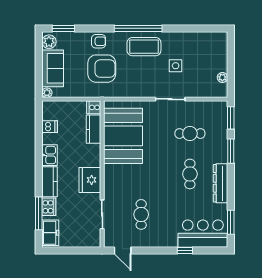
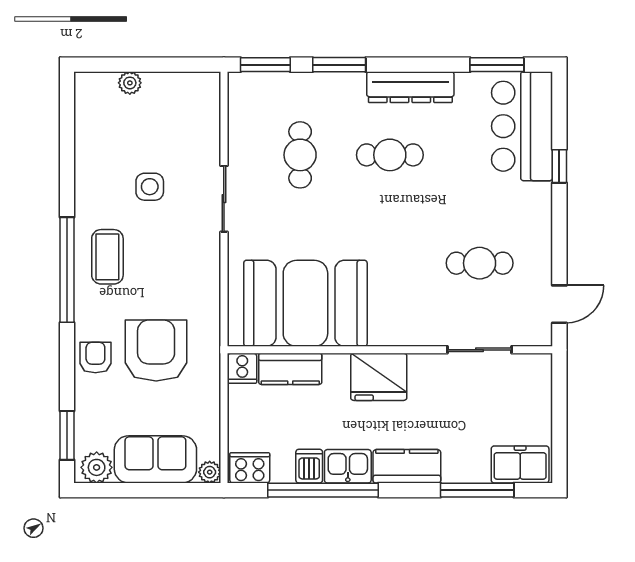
coffee table: (144, 47) -> (107, 257), width x0.73, depth x0.76
plant: (222, 77) -> (130, 83), moved
dishwasher: (50, 127) -> (309, 466), moved
window: (39, 144) -> (323, 490), added
fridge: (90, 180) -> (379, 377), moved
cooker: (49, 207) -> (250, 468), moved

